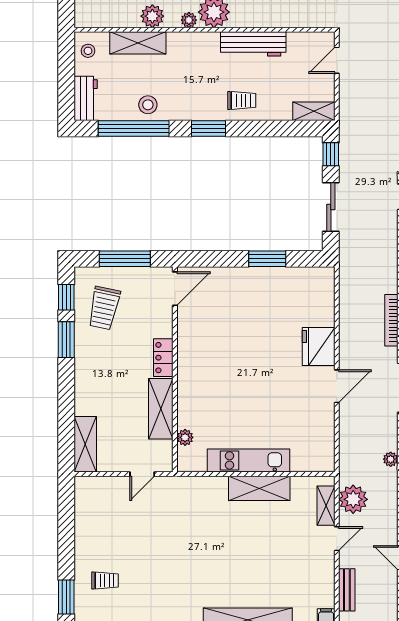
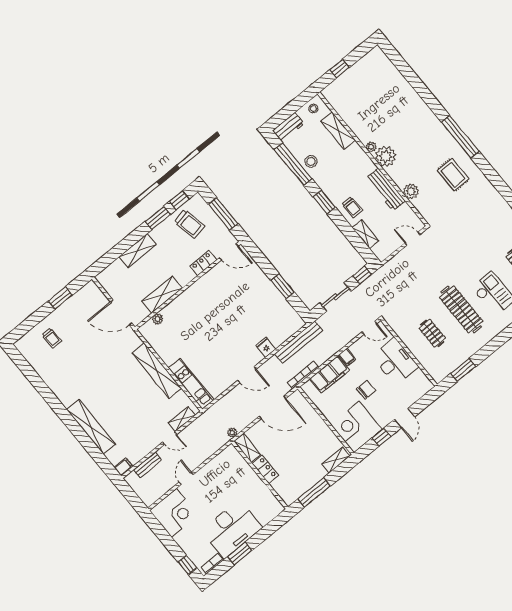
plant: (152, 16) -> (411, 191), moved
shelving: (314, 111) -> (365, 234), moved
bench: (349, 294) -> (299, 342), added
trolley: (104, 308) -> (189, 224), turned -113
fridge: (319, 346) -> (266, 347), width x0.53, depth x0.75
locker: (163, 358) -> (203, 263), moved
shelving: (85, 444) -> (138, 251), moved
kitchen unit: (248, 460) -> (191, 384), moved
door: (142, 474) -> (121, 313), width x1.88
shelving: (259, 488) -> (157, 371), width x1.47
plant: (353, 499) -> (196, 430), removed
window: (66, 597) -> (60, 298), moved

